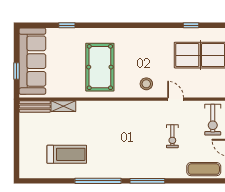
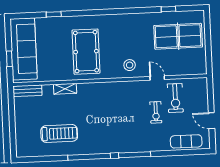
shelving: (63, 106) -> (65, 89), moved
exercise bike: (213, 120) -> (175, 98), moved

